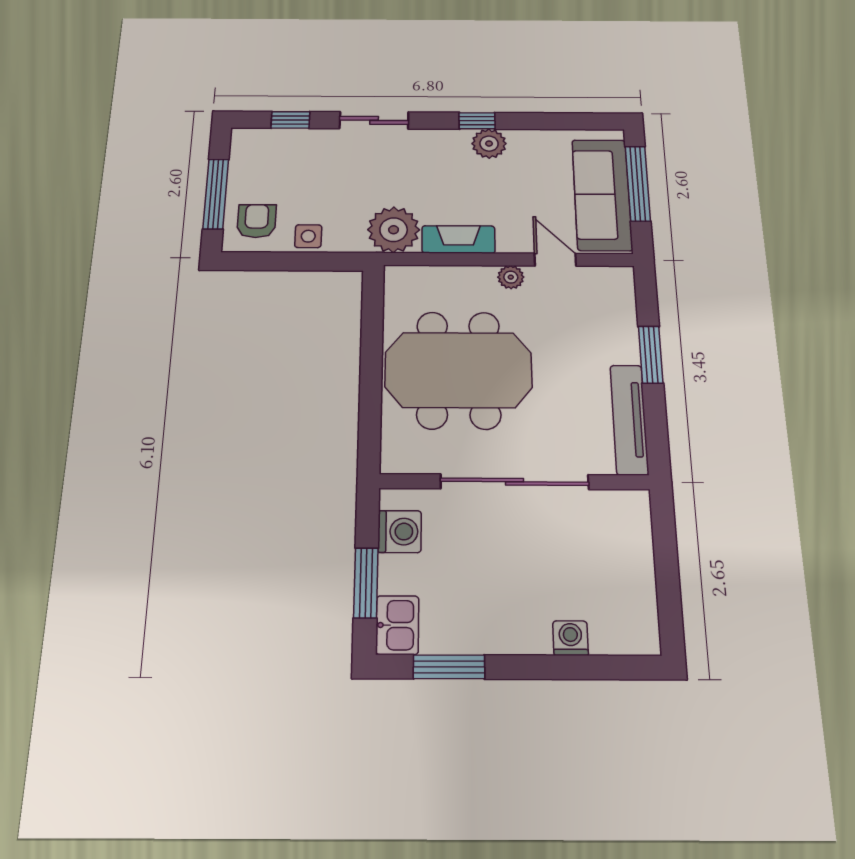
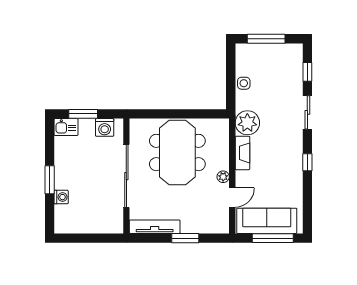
plant: (489, 144) -> (294, 168), removed
armchair: (257, 221) -> (252, 59), removed
window: (449, 667) -> (50, 180), moved

